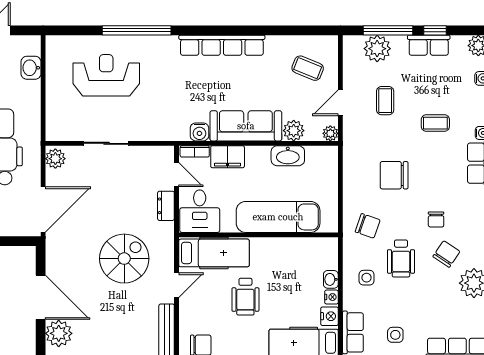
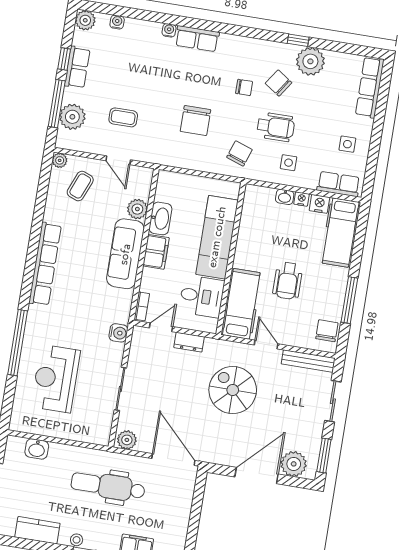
coffee table: (435, 123) -> (152, 73), removed
water cooler: (199, 132) -> (118, 333), moved
plant: (330, 133) -> (60, 160), moved
filing cabinet: (228, 157) -> (156, 252), moved
desk: (200, 211) -> (202, 296), moved
wheelchair: (245, 297) -> (288, 281), turned 90

